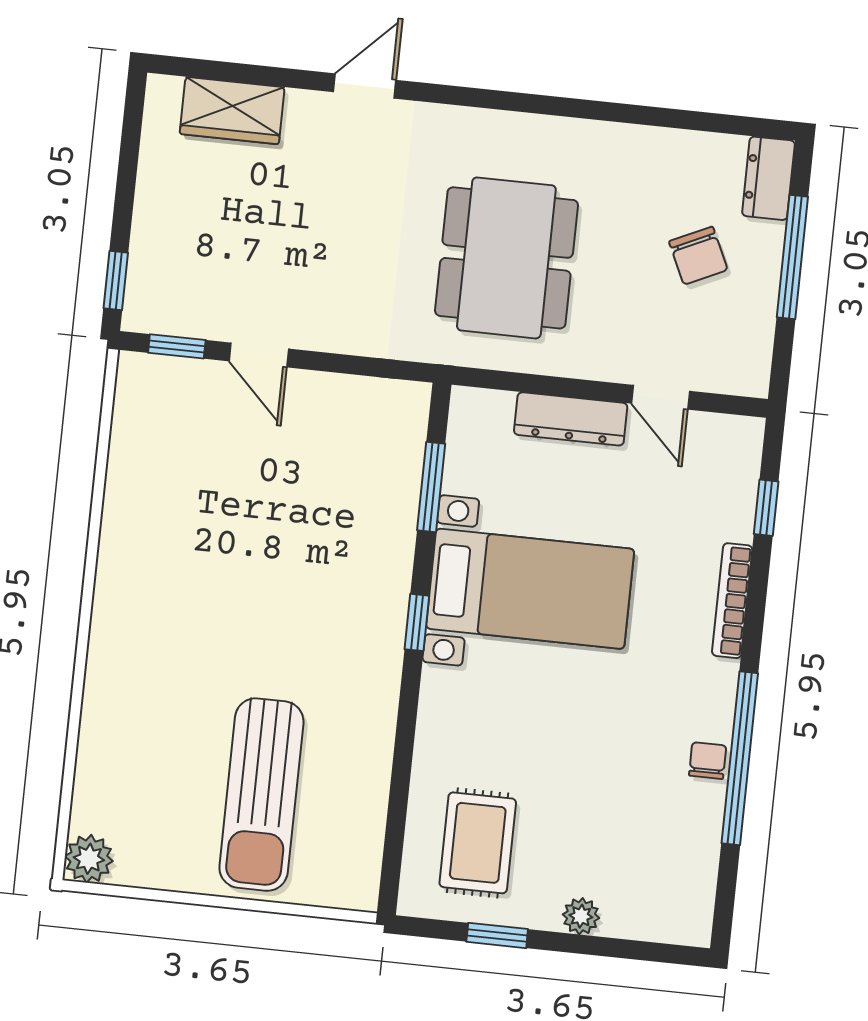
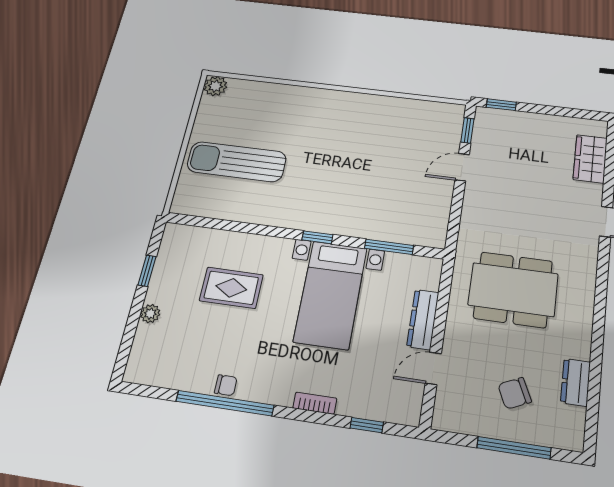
dresser: (768, 178) -> (576, 382), moved, turned -90
bookcase: (732, 601) -> (315, 403), width x0.64
rug: (478, 843) -> (231, 288), moved

